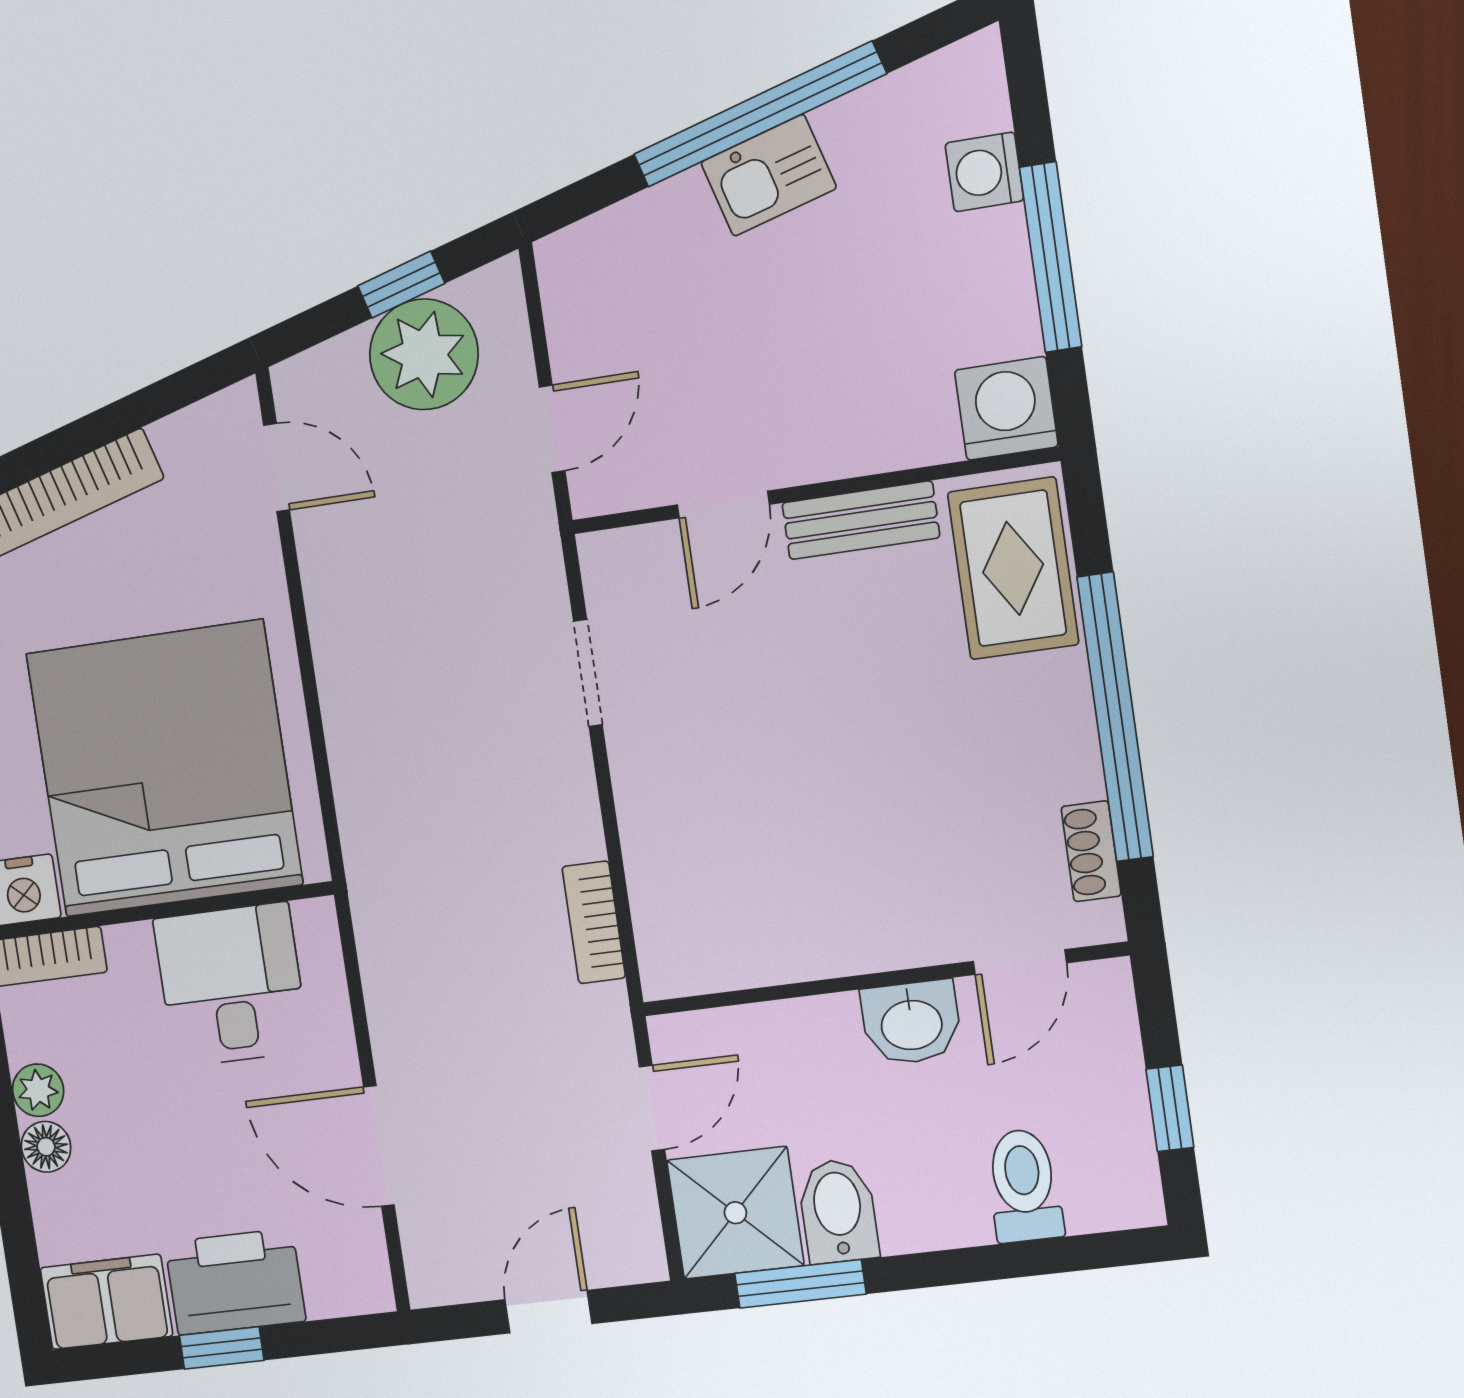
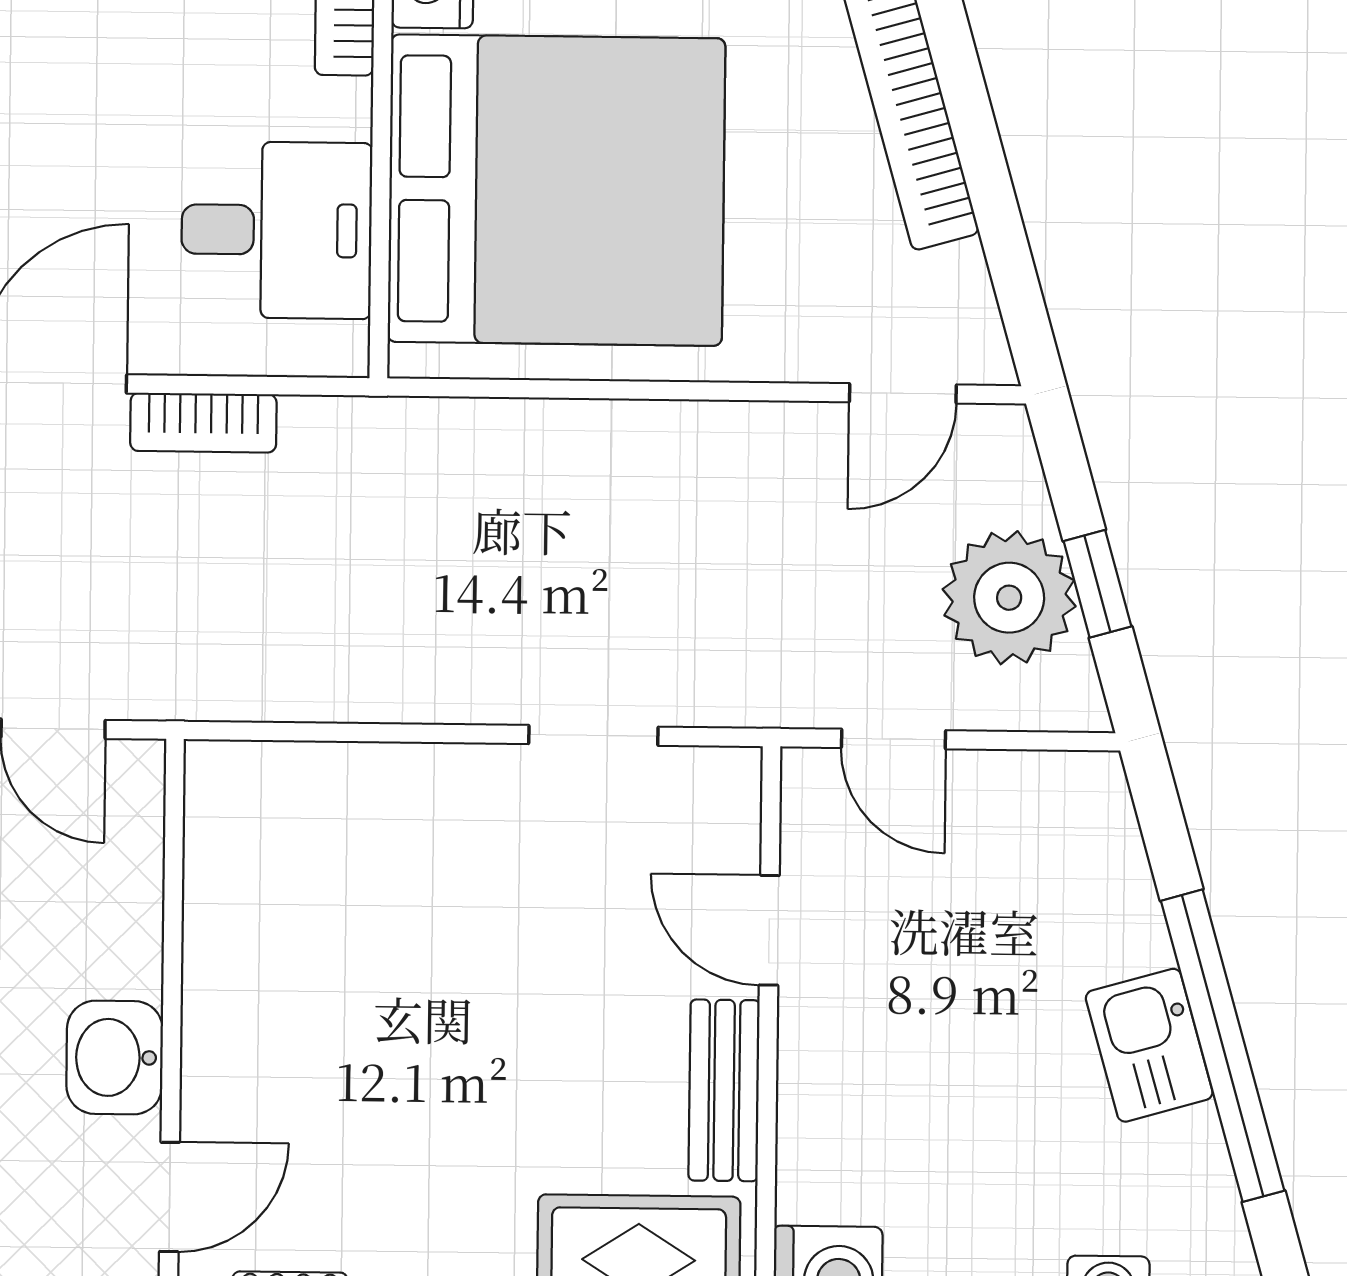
bookcase: (594, 922) -> (203, 423), moved, turned 180
door: (1020, 962) -> (170, 1197), swing flipped

